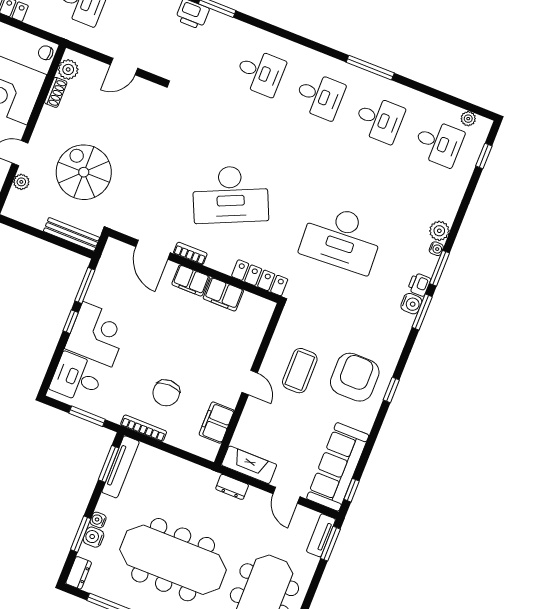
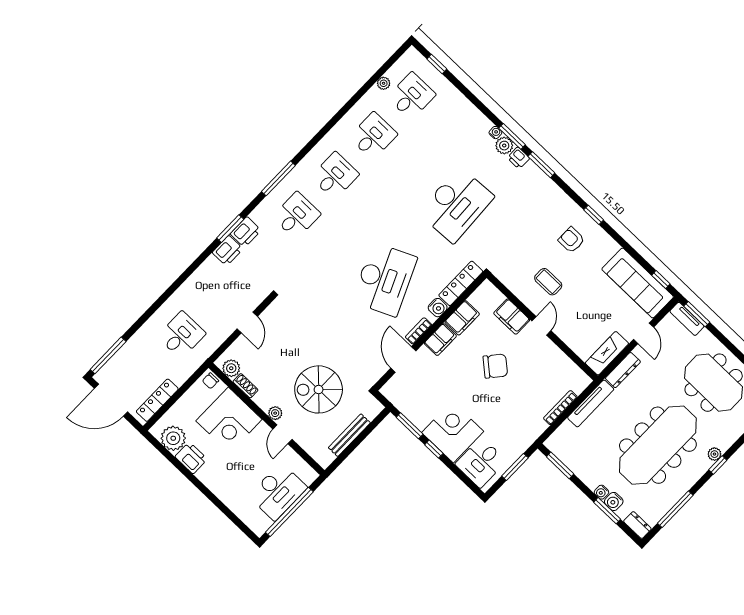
printer: (220, 25) -> (246, 232), added
window: (370, 68) -> (278, 178), moved
plant: (468, 119) -> (384, 83), moved
plant: (21, 182) -> (275, 413), moved
plant: (439, 231) -> (504, 146), moved
bench: (72, 234) -> (349, 435), moved
door: (153, 250) -> (403, 360), swing flipped
water cooler: (411, 304) -> (438, 308), moved, turned 90
coffee table: (300, 371) -> (548, 282), width x0.73, depth x0.77
armchair: (355, 377) -> (571, 240), width x0.53, depth x0.53
door: (250, 383) -> (541, 326), hinge flipped
chair: (166, 393) -> (495, 366), moved, turned -50
filing cabinet: (217, 423) -> (512, 317), moved
bookcase: (144, 428) -> (560, 408), moved
tv unit: (121, 467) -> (591, 403), moved, turned 90
dresser: (232, 487) -> (623, 370), width x1.44
door: (286, 495) -> (644, 333), hinge flipped

